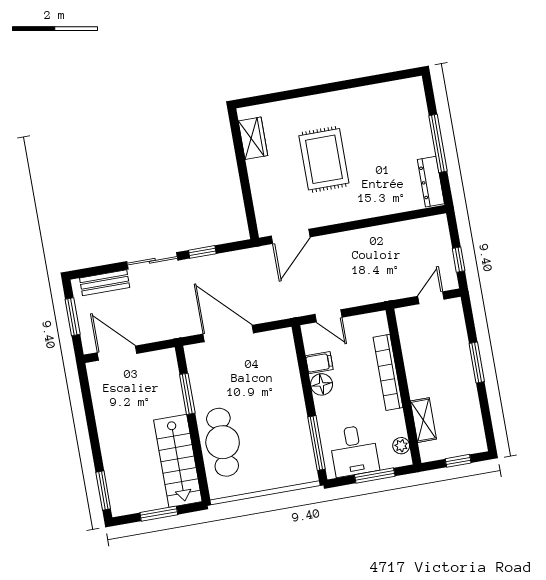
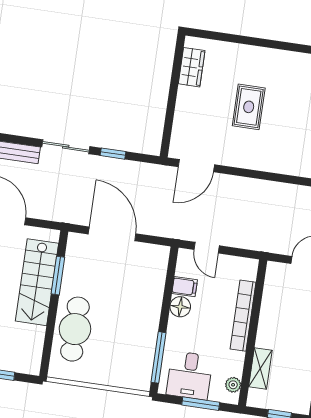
rug: (324, 159) -> (249, 107), width x0.73, depth x0.70
stairs: (178, 461) -> (37, 282), moved

